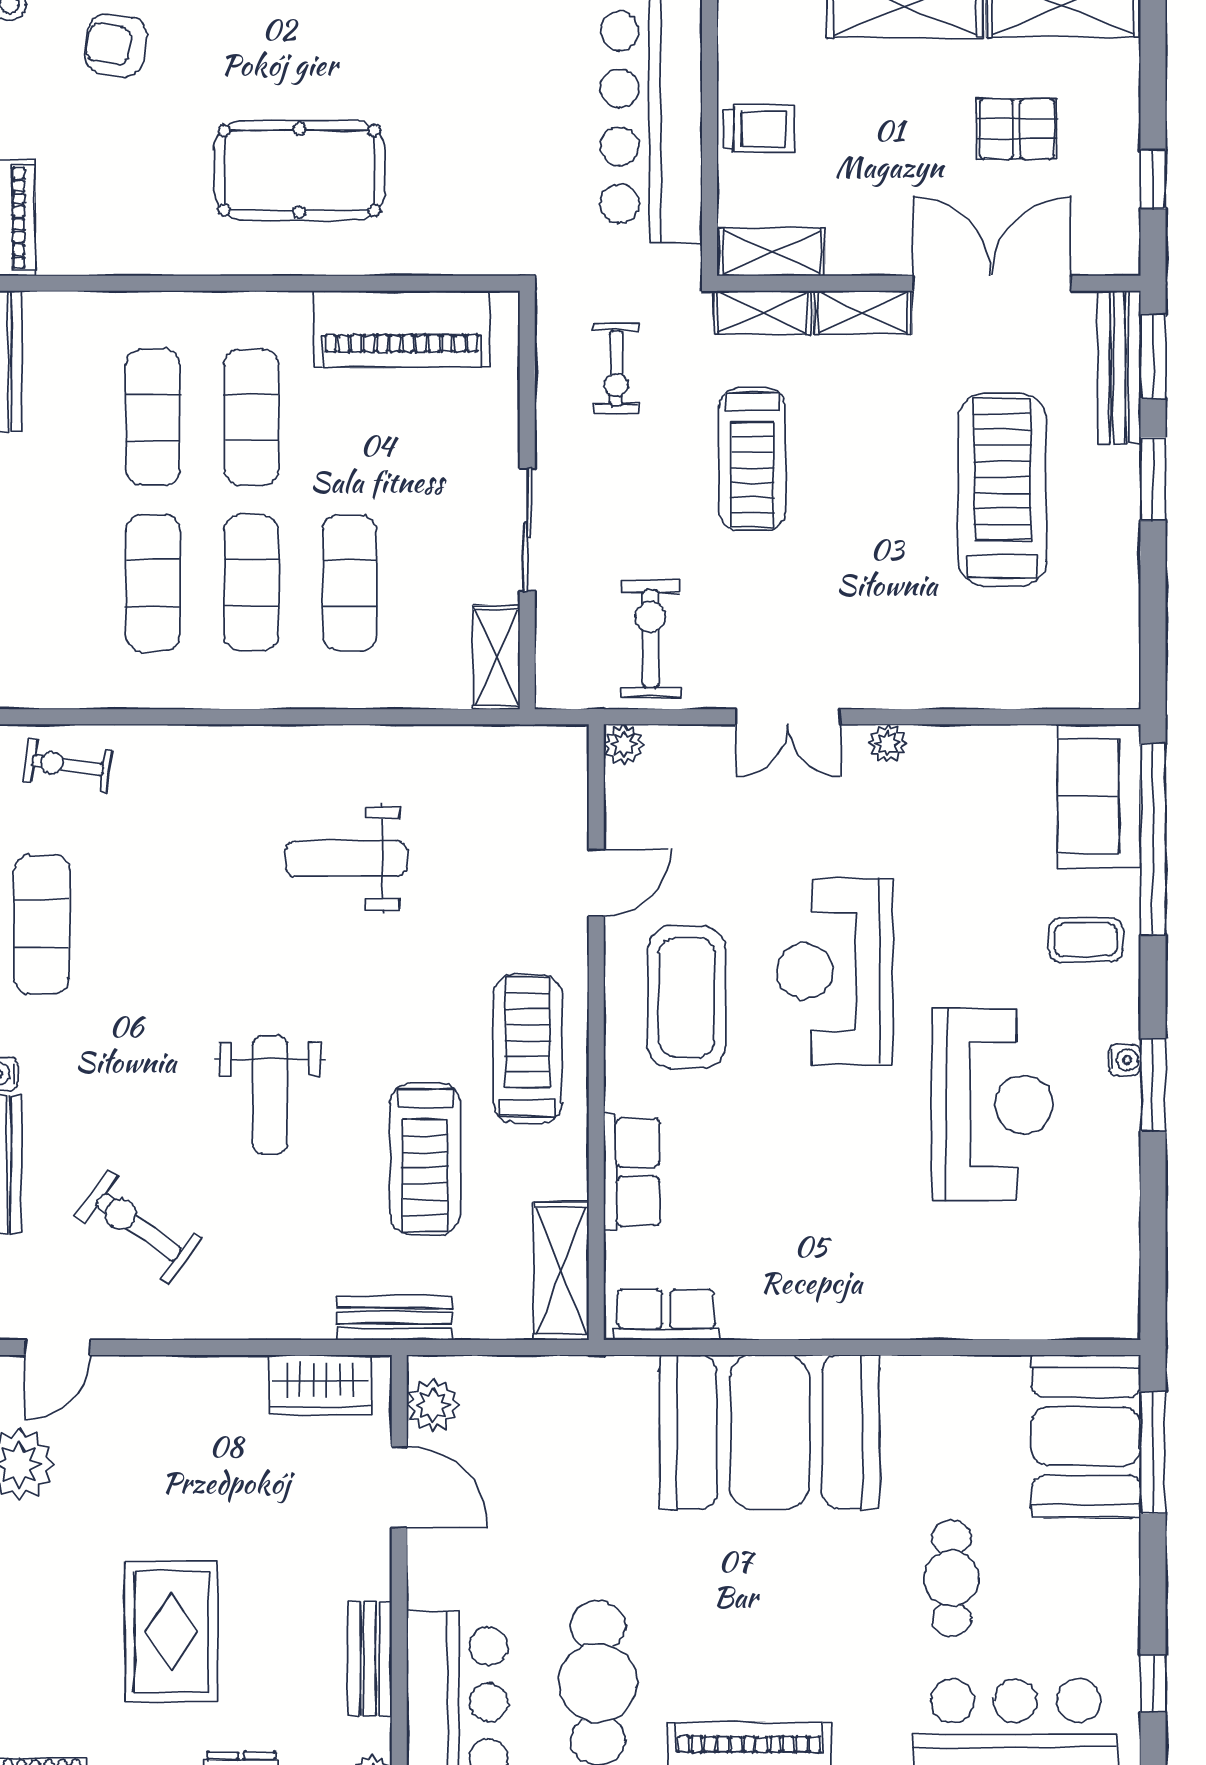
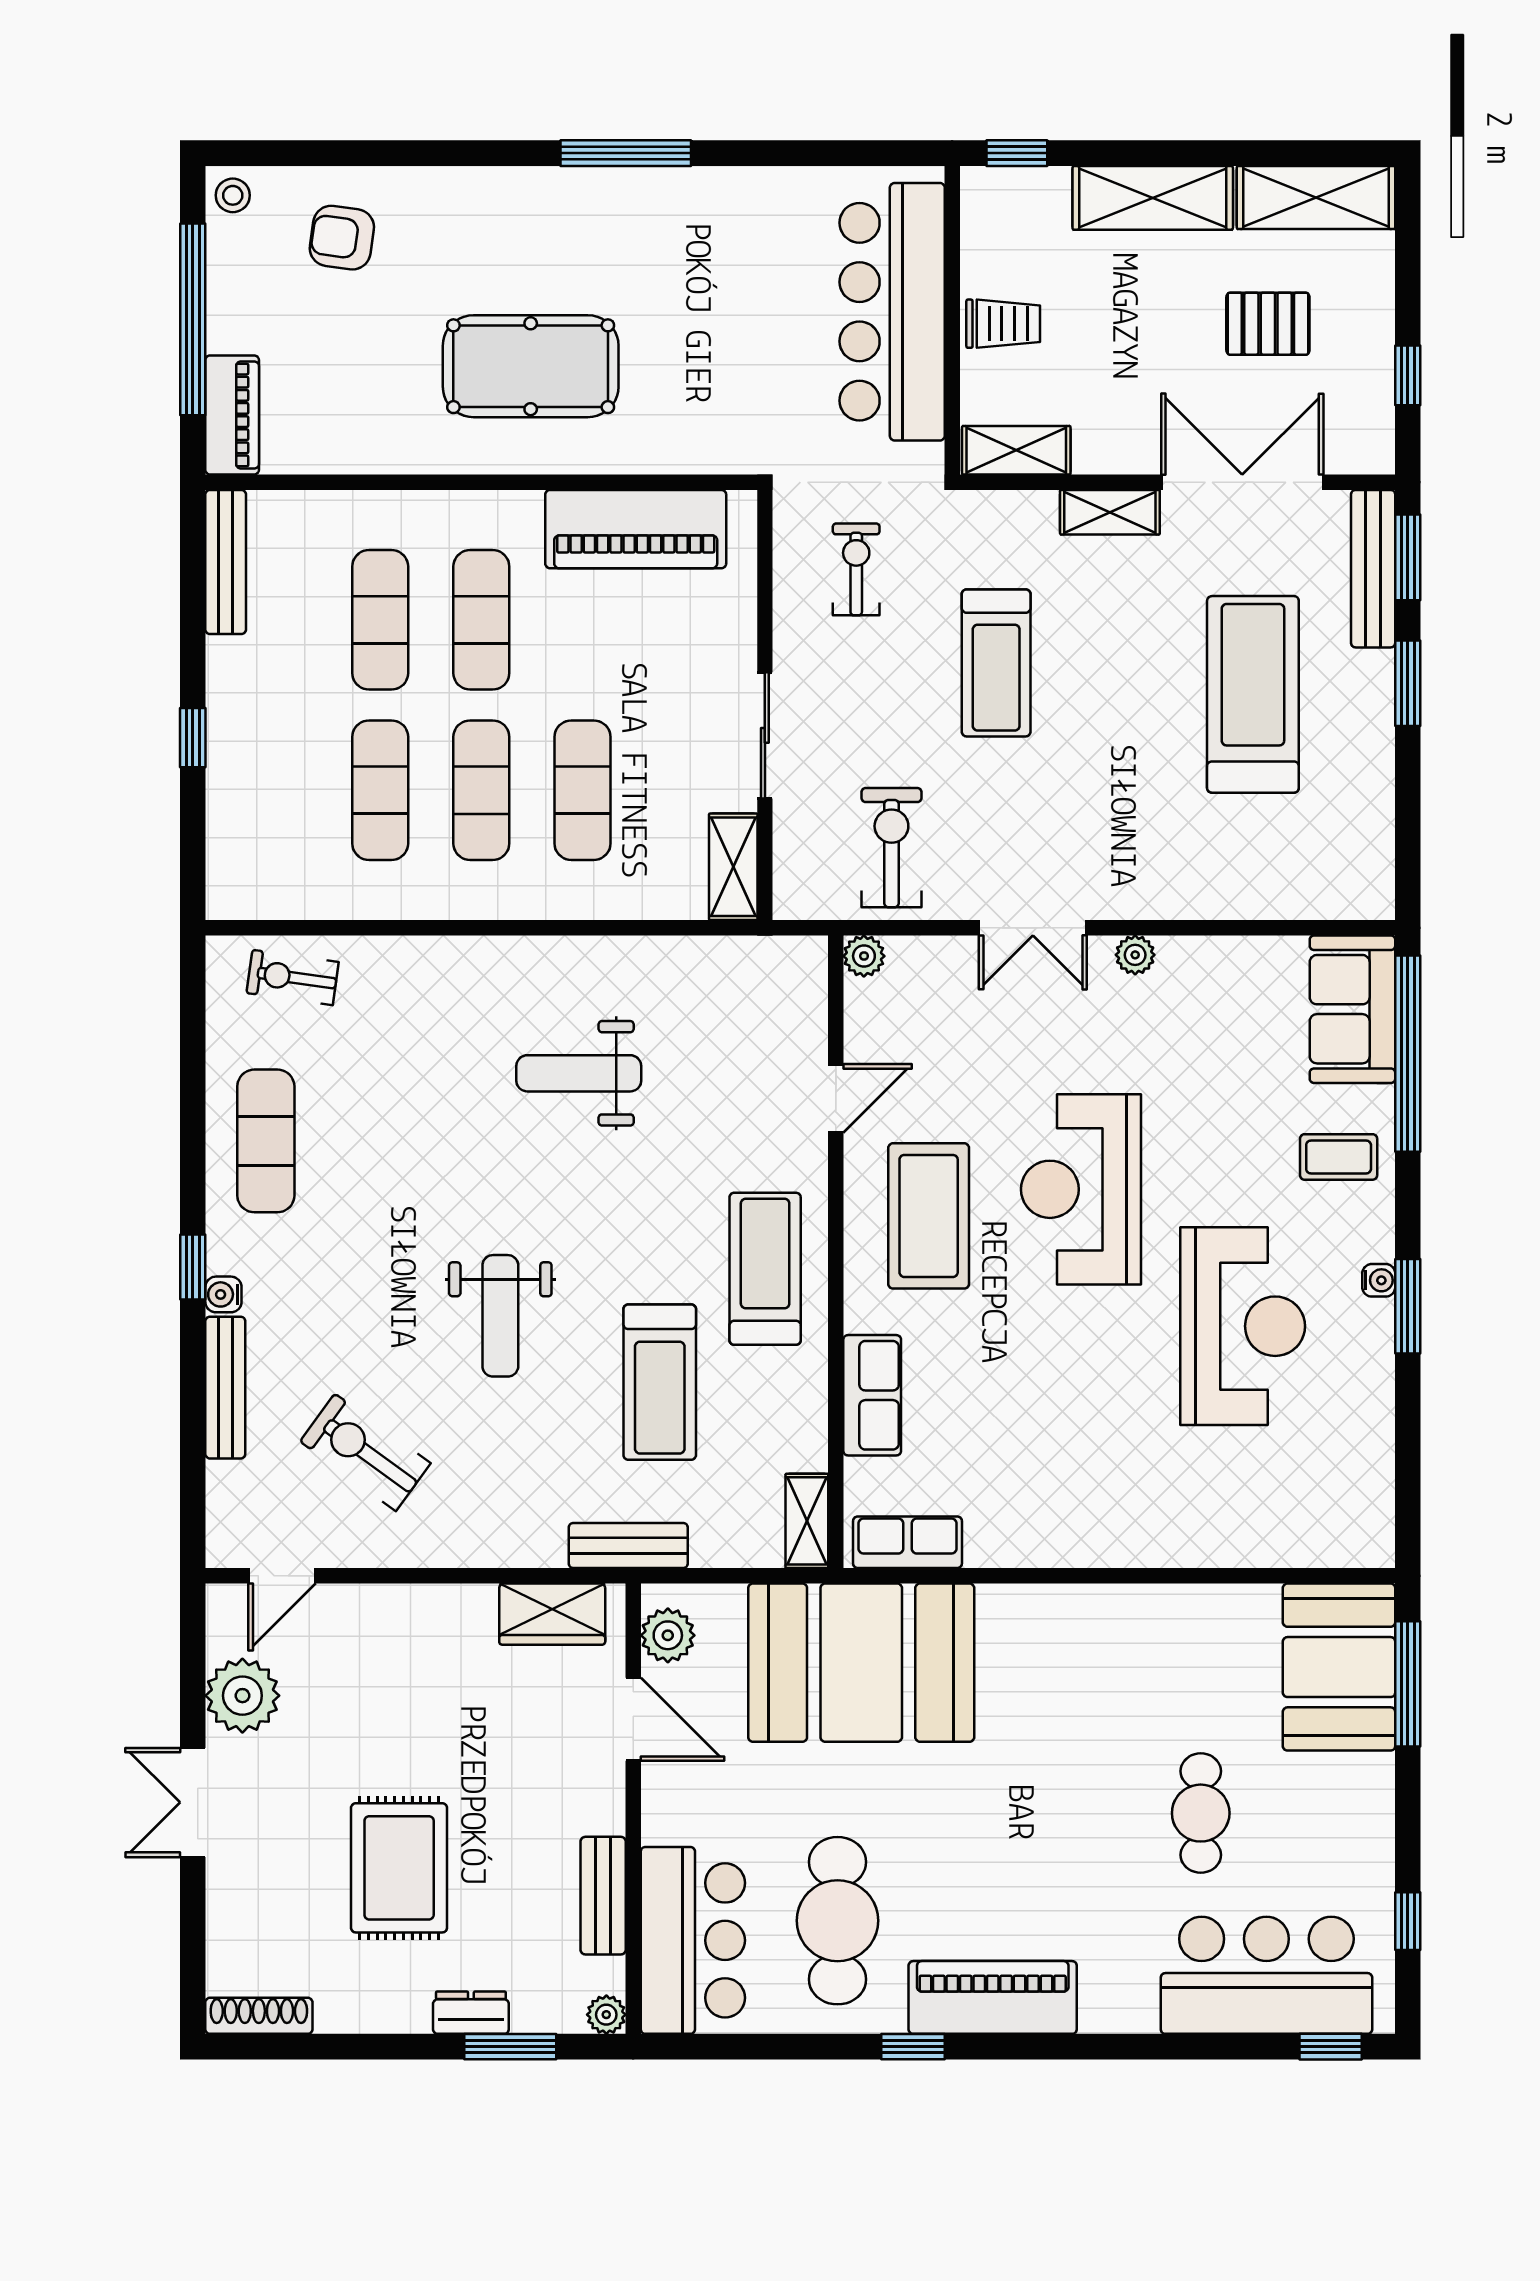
shelving: (762, 313) -> (1006, 512), removed
exercise bike: (616, 368) -> (856, 569), turned 180
shelving: (561, 1271) -> (807, 1521), width x0.67, depth x0.75
booth: (769, 1432) -> (861, 1663), moved

